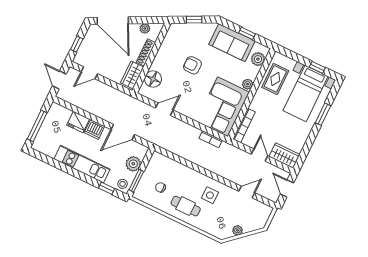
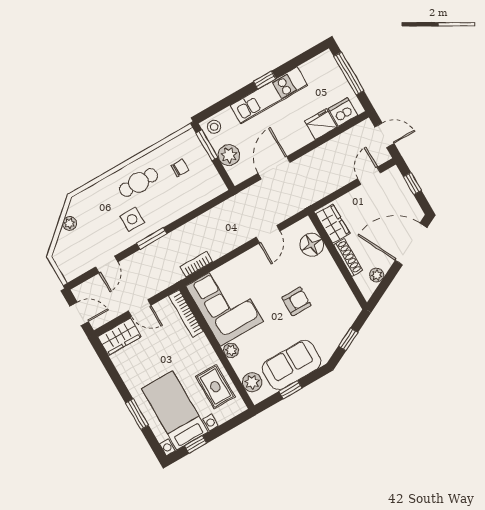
dishwasher: (94, 129) -> (343, 112), moved
window: (213, 176) -> (152, 238), added
window: (107, 188) -> (265, 80), moved

